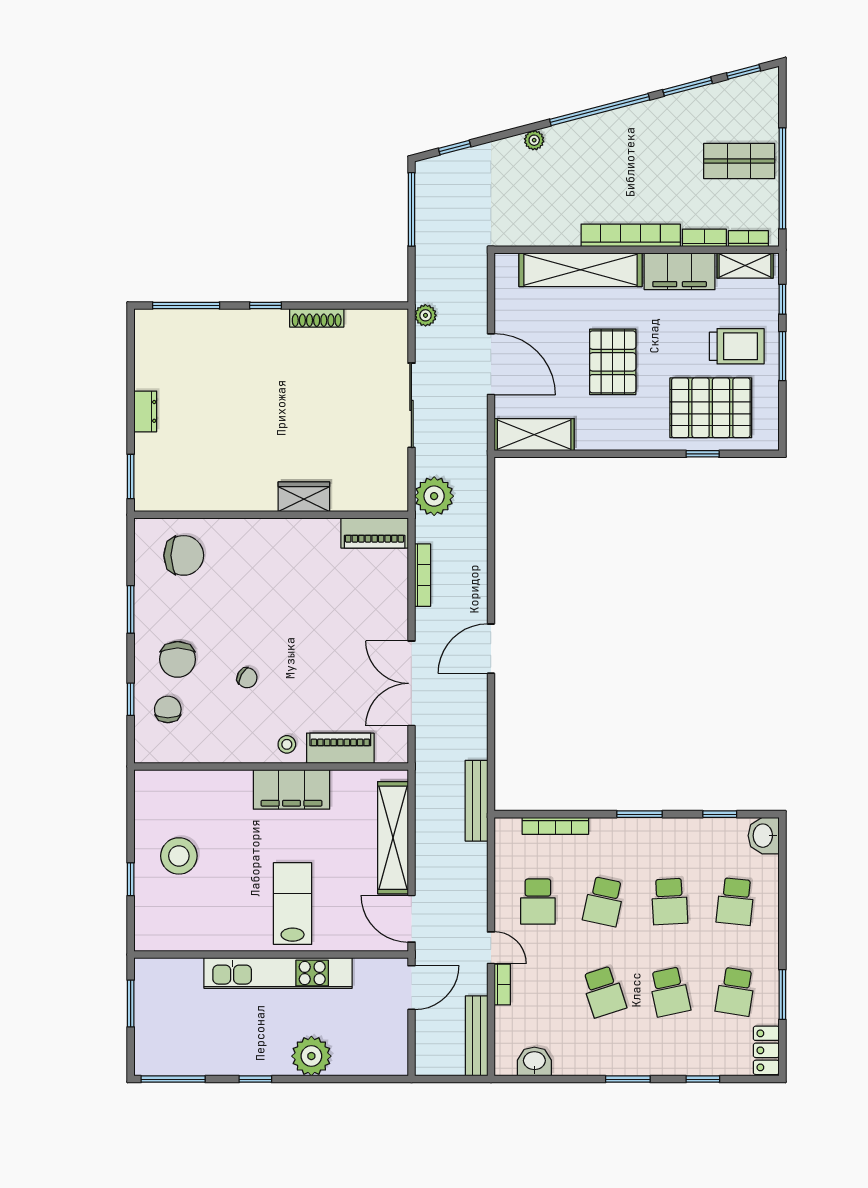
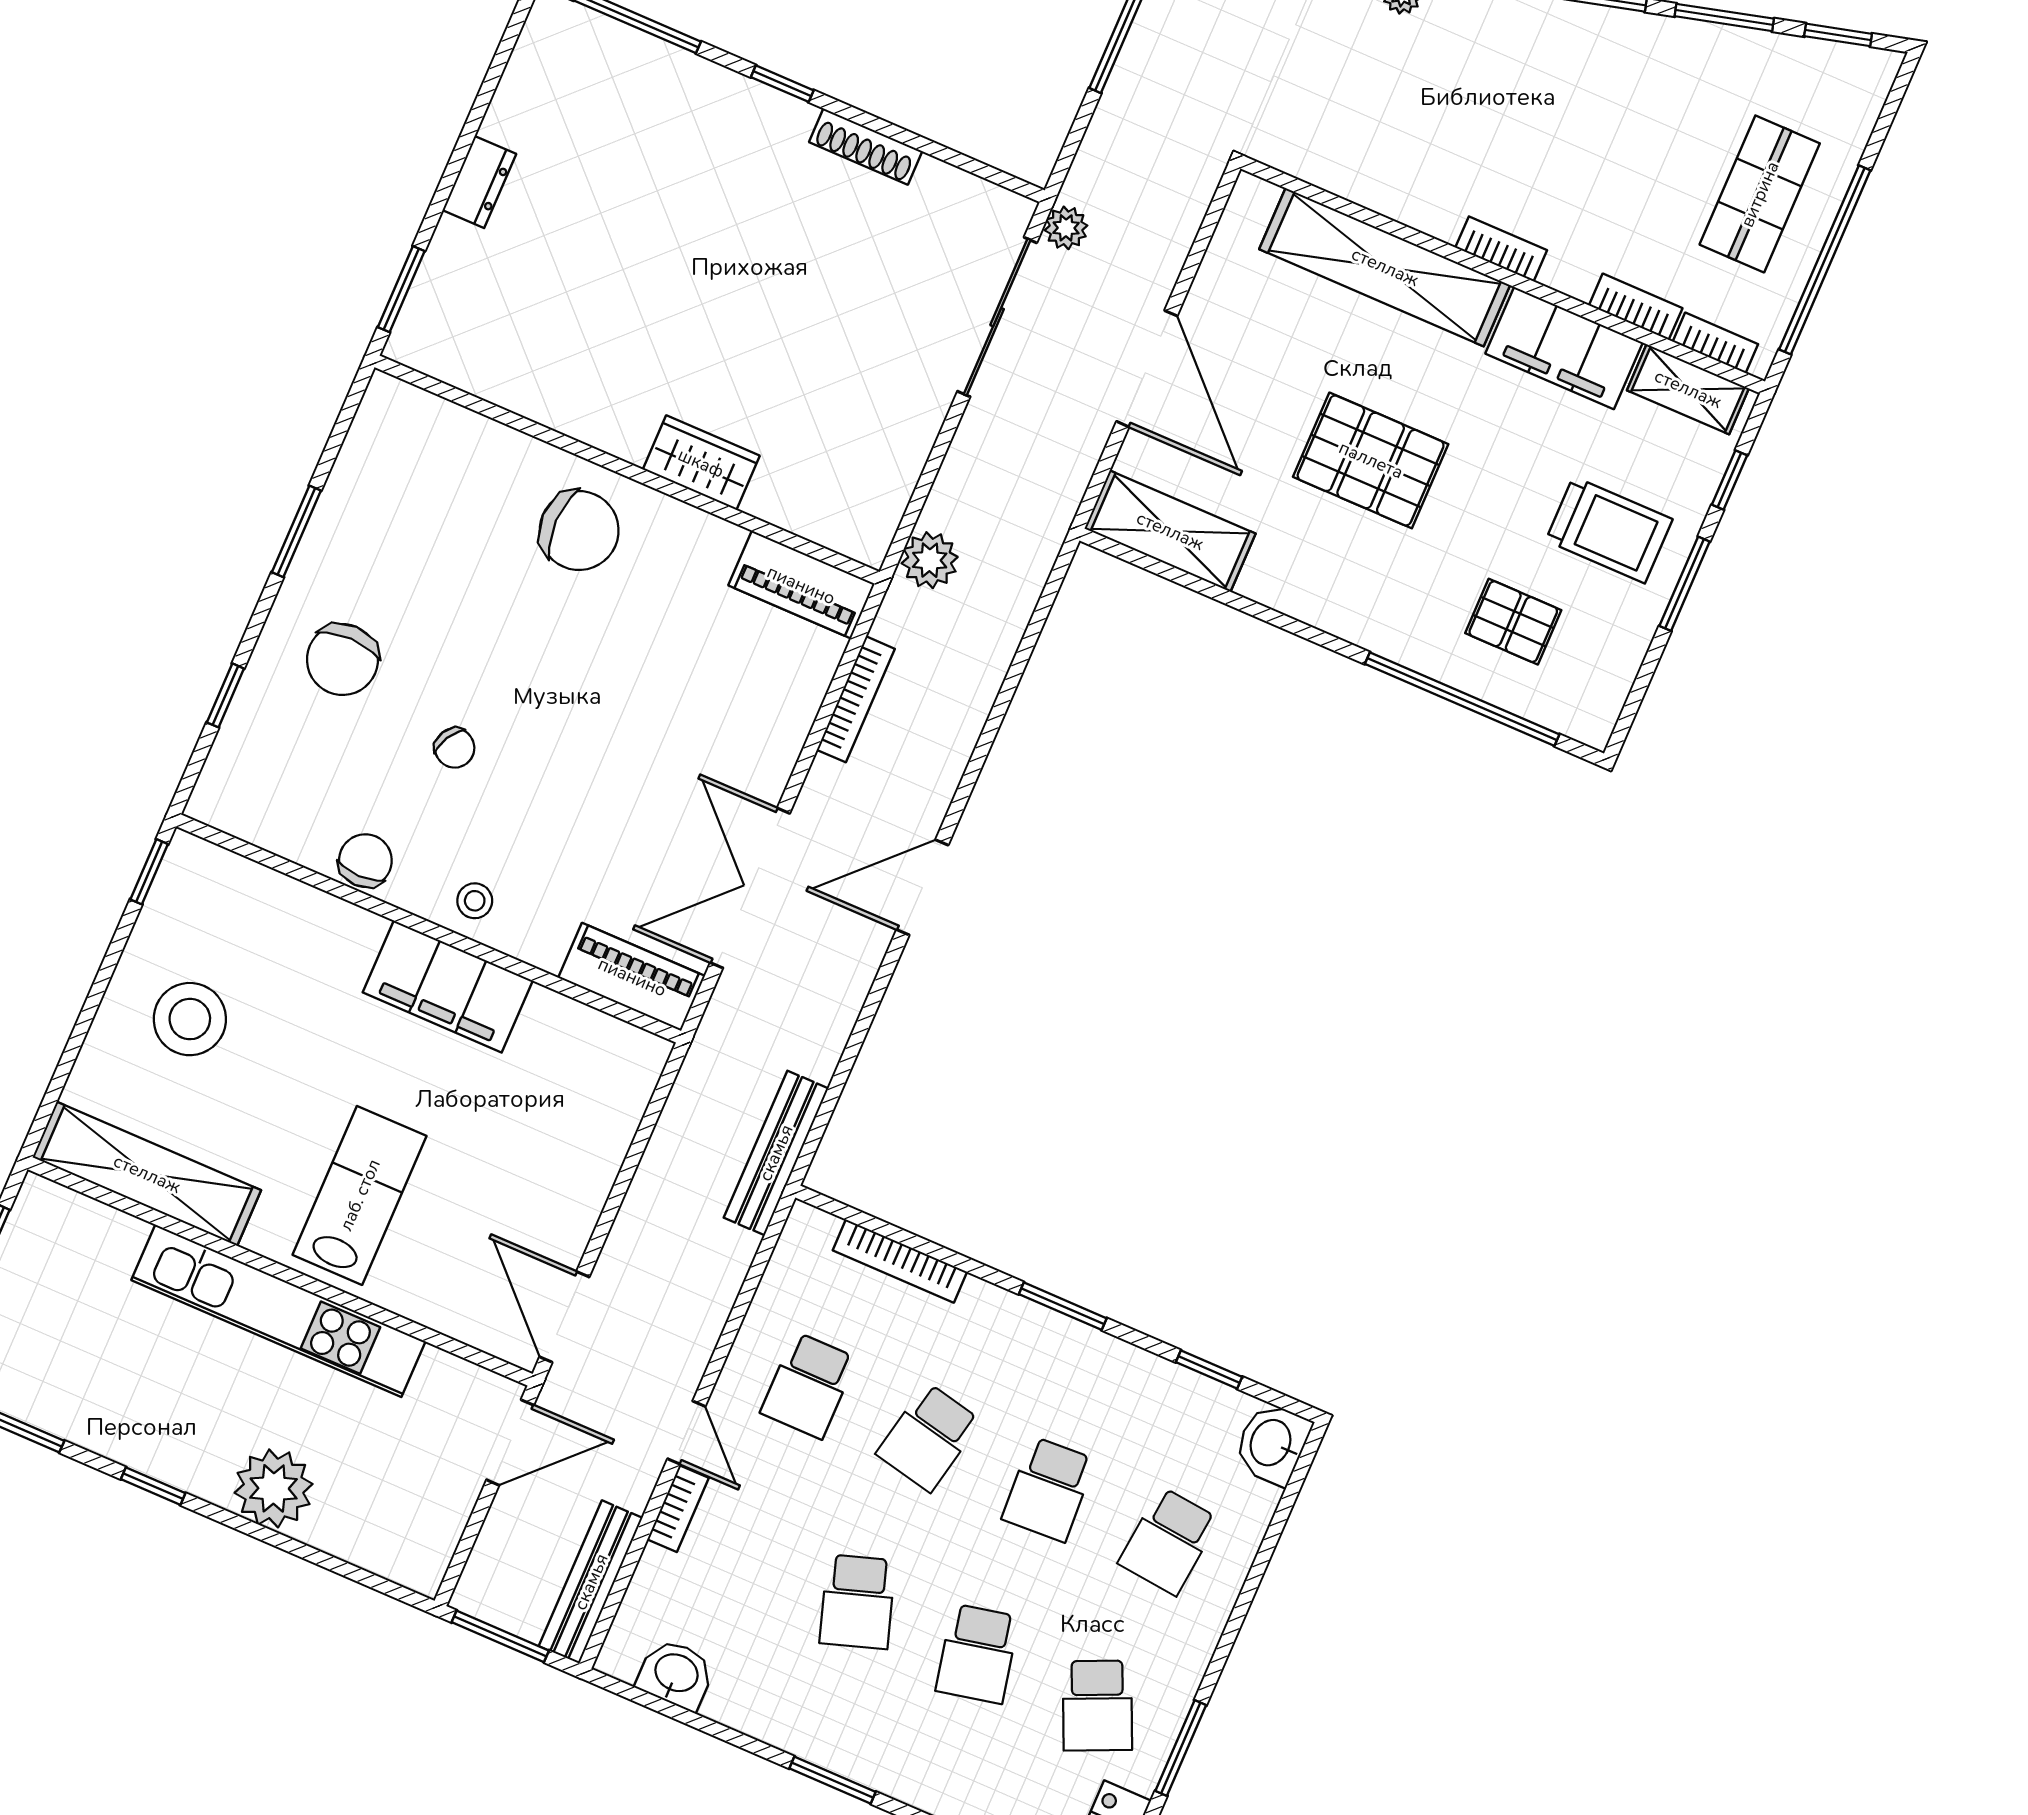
shop shelf: (739, 161) -> (1760, 194), turned 90
bookcase: (631, 235) -> (1501, 249), width x0.43, depth x0.76
pallet: (613, 362) -> (1371, 460), turned 90
sliding door: (411, 405) -> (997, 317), moved
pallet: (711, 408) -> (1513, 622), width x0.49, depth x0.50
window: (703, 454) -> (1462, 699), width x3.17
plant: (434, 496) -> (930, 560), width x0.73, depth x0.73
chair: (184, 555) -> (579, 531), moved
chair: (168, 709) -> (365, 861), moved
piano: (340, 748) -> (632, 977), moved
shelving: (393, 838) -> (147, 1174), moved, turned 90
window: (131, 879) -> (149, 872), moved
school desk: (735, 992) -> (1097, 1706), turned -33
window: (446, 1079) -> (500, 1636), added

